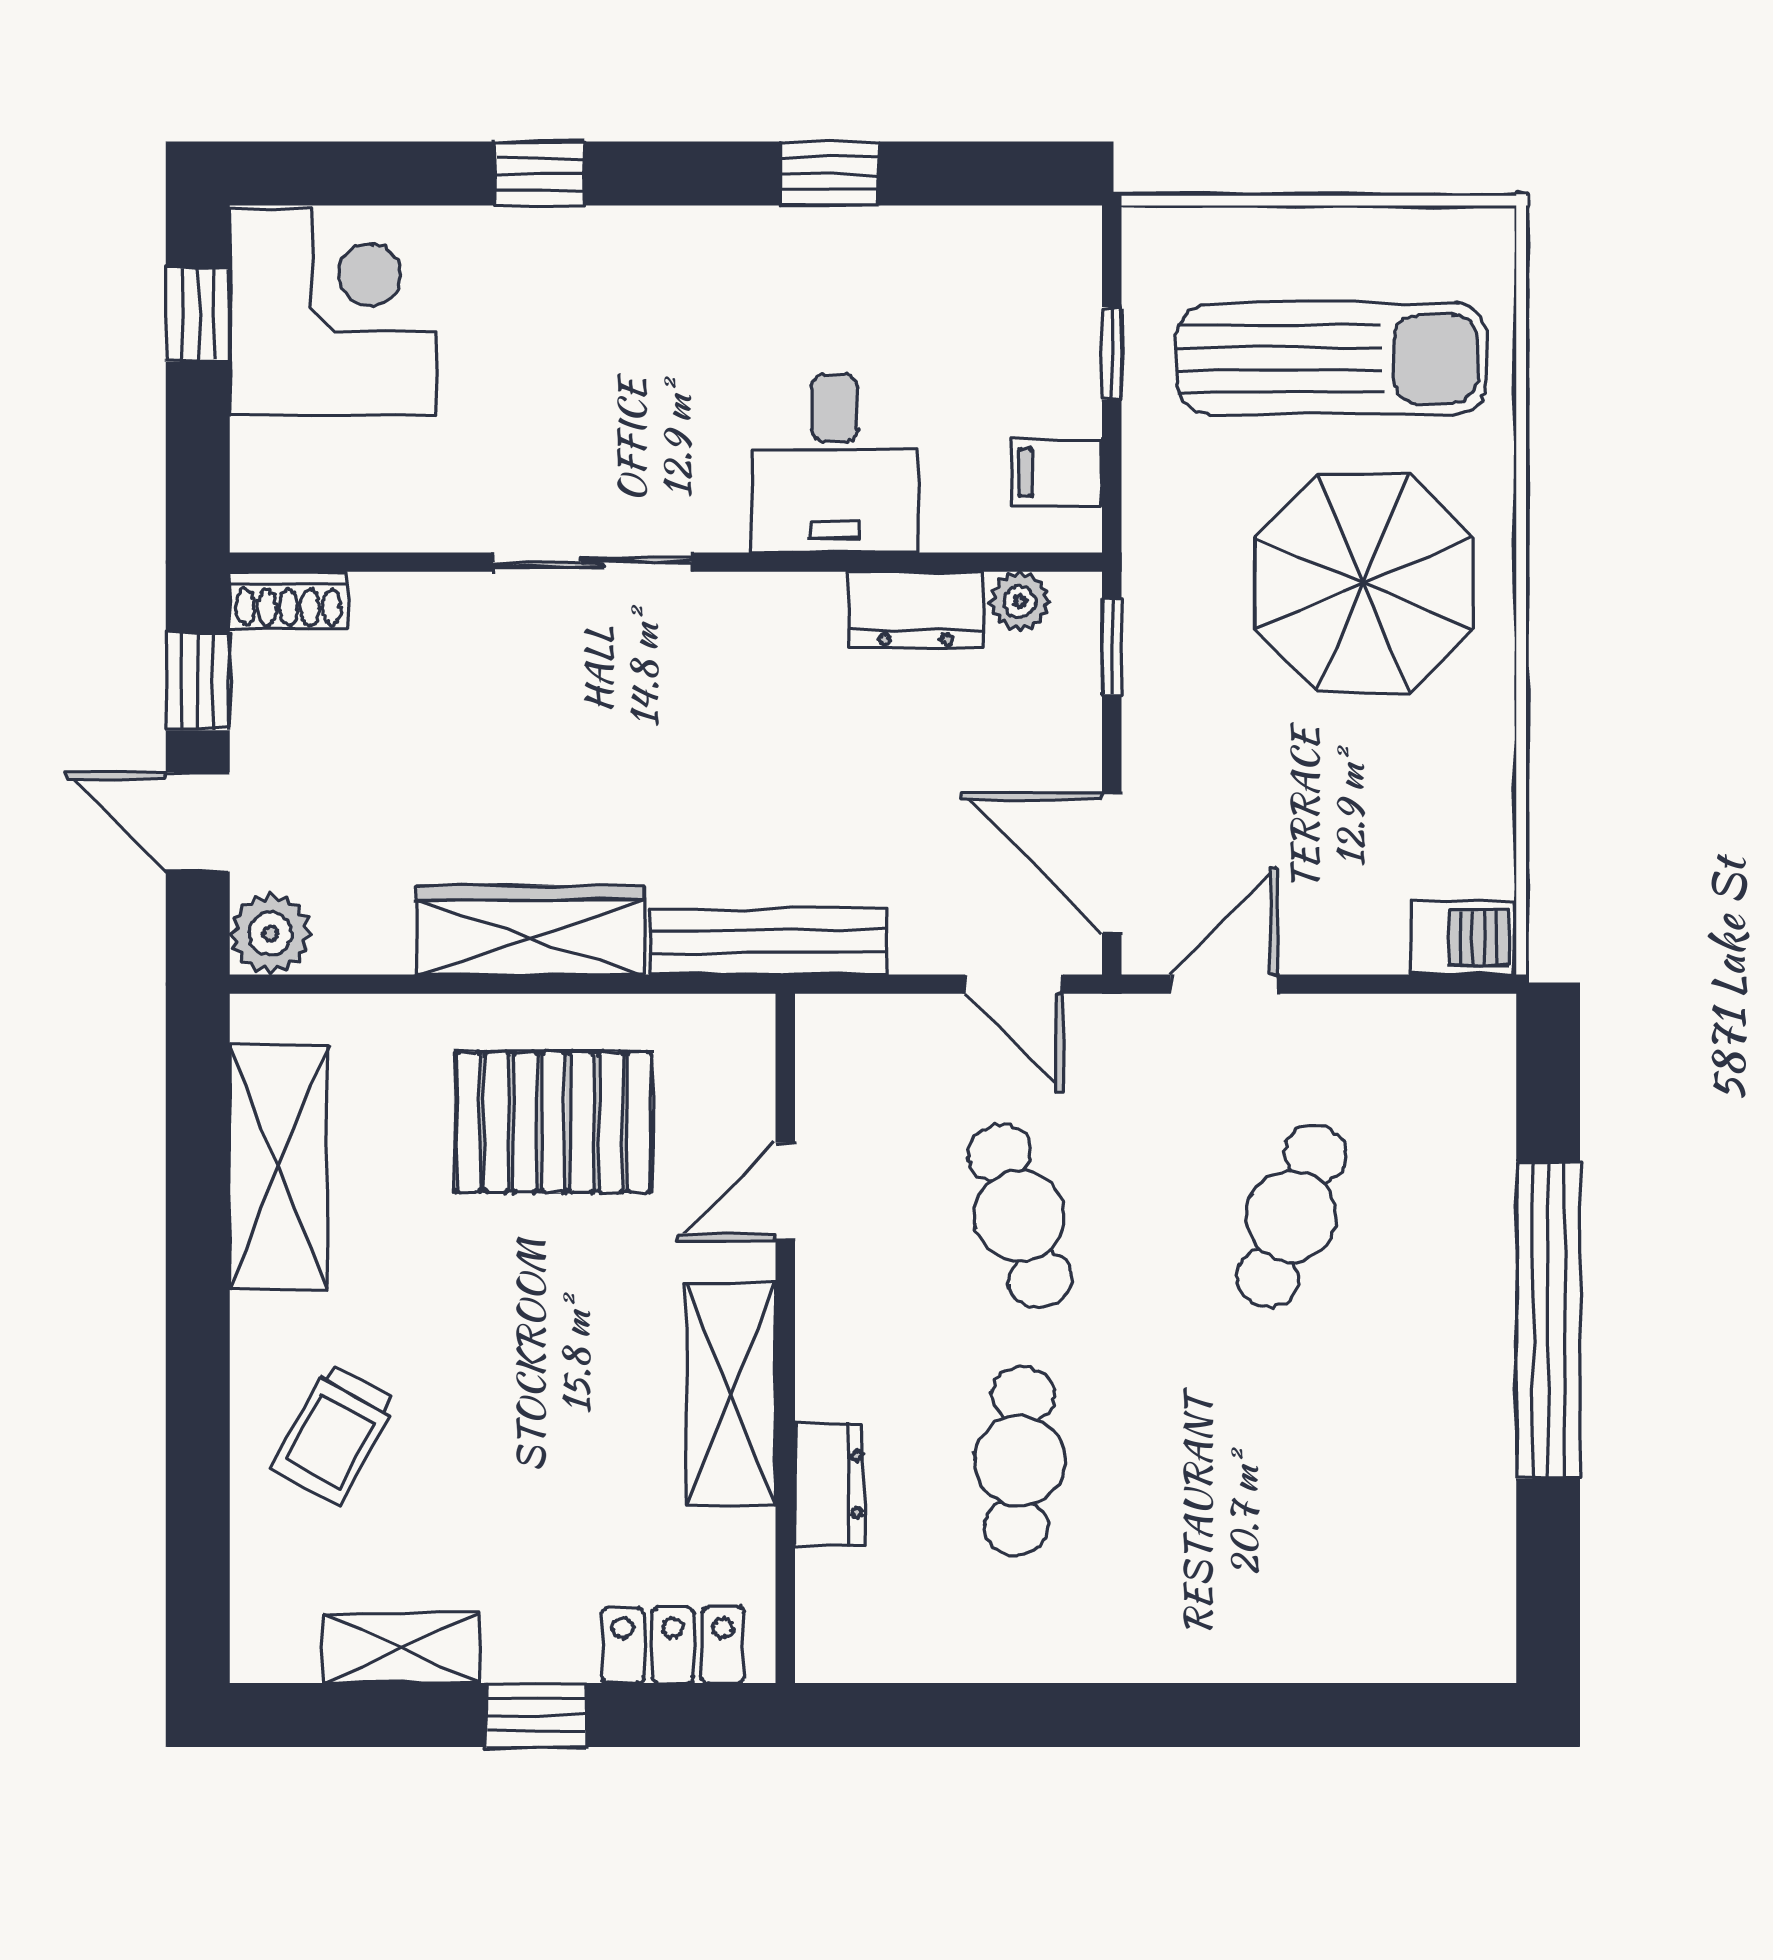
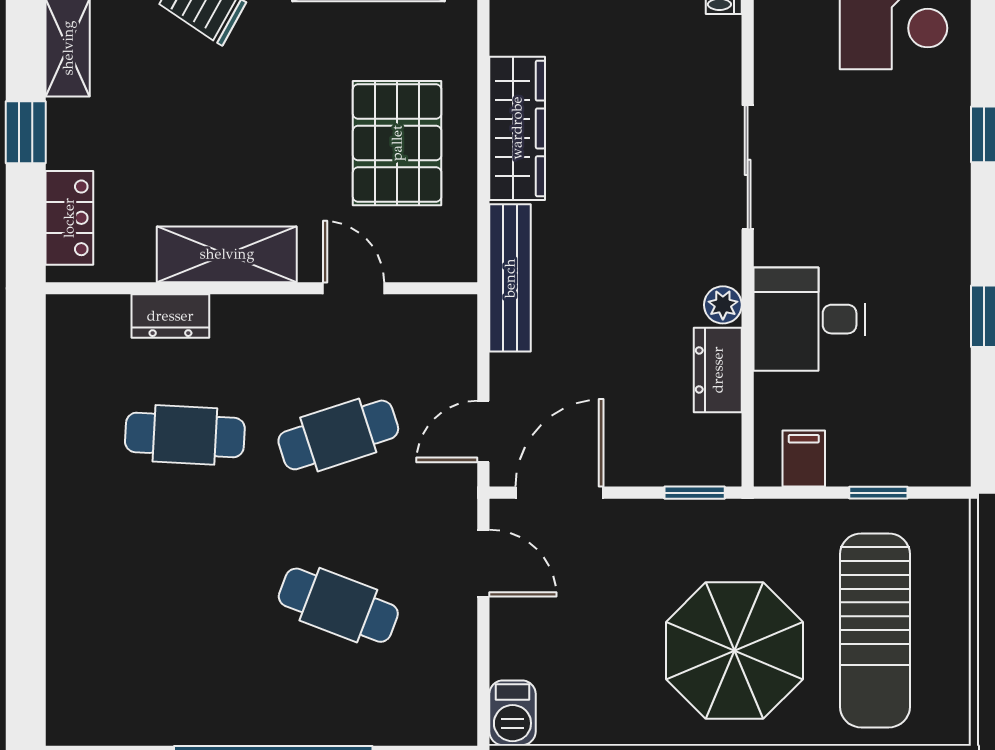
plant: (1020, 602) -> (723, 305), moved

